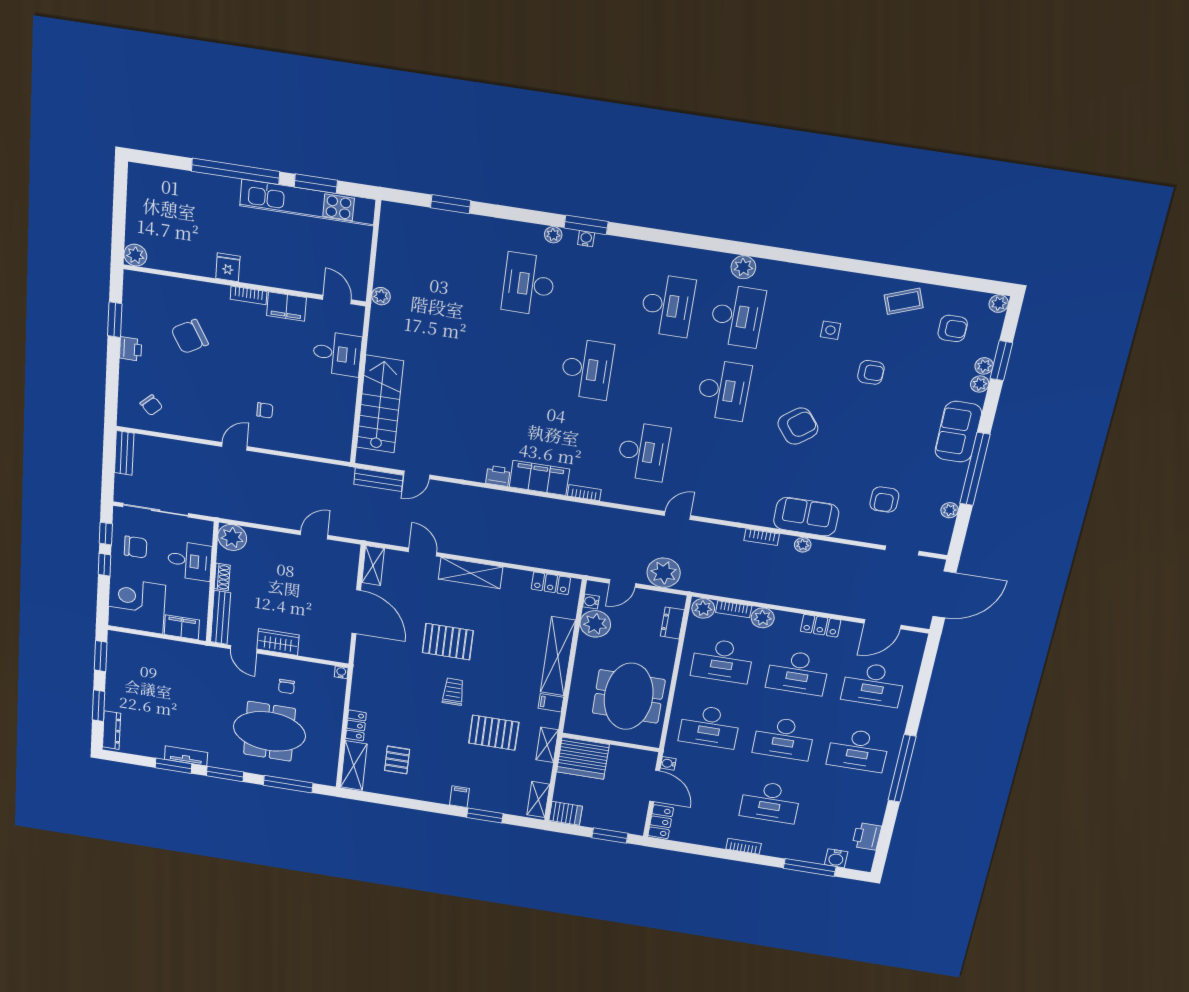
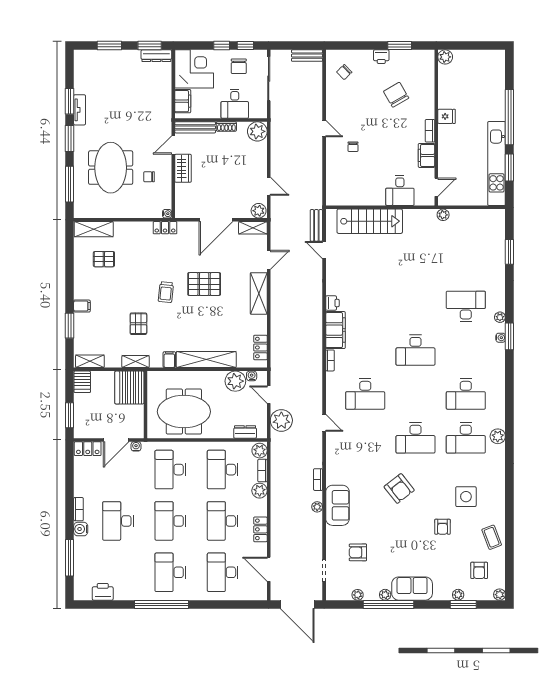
side table: (830, 330) -> (466, 497), width x1.87, depth x1.87
plant: (980, 384) -> (385, 595), moved
plant: (349, 554) -> (259, 211), added
pallet: (448, 642) -> (204, 284), turned 90
trolley: (453, 692) -> (166, 292), turned 96
locker: (356, 726) -> (165, 228), moved
dresser: (112, 730) -> (156, 56), moved
pallet: (494, 733) -> (138, 324), width x0.67, depth x0.71
water cooler: (836, 858) -> (81, 529), moved

